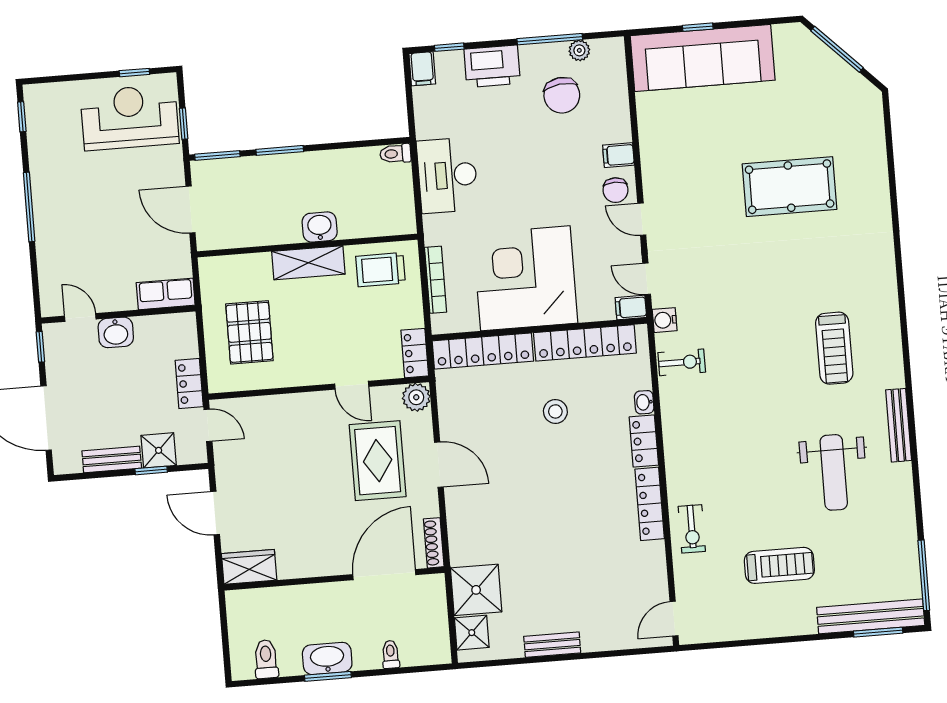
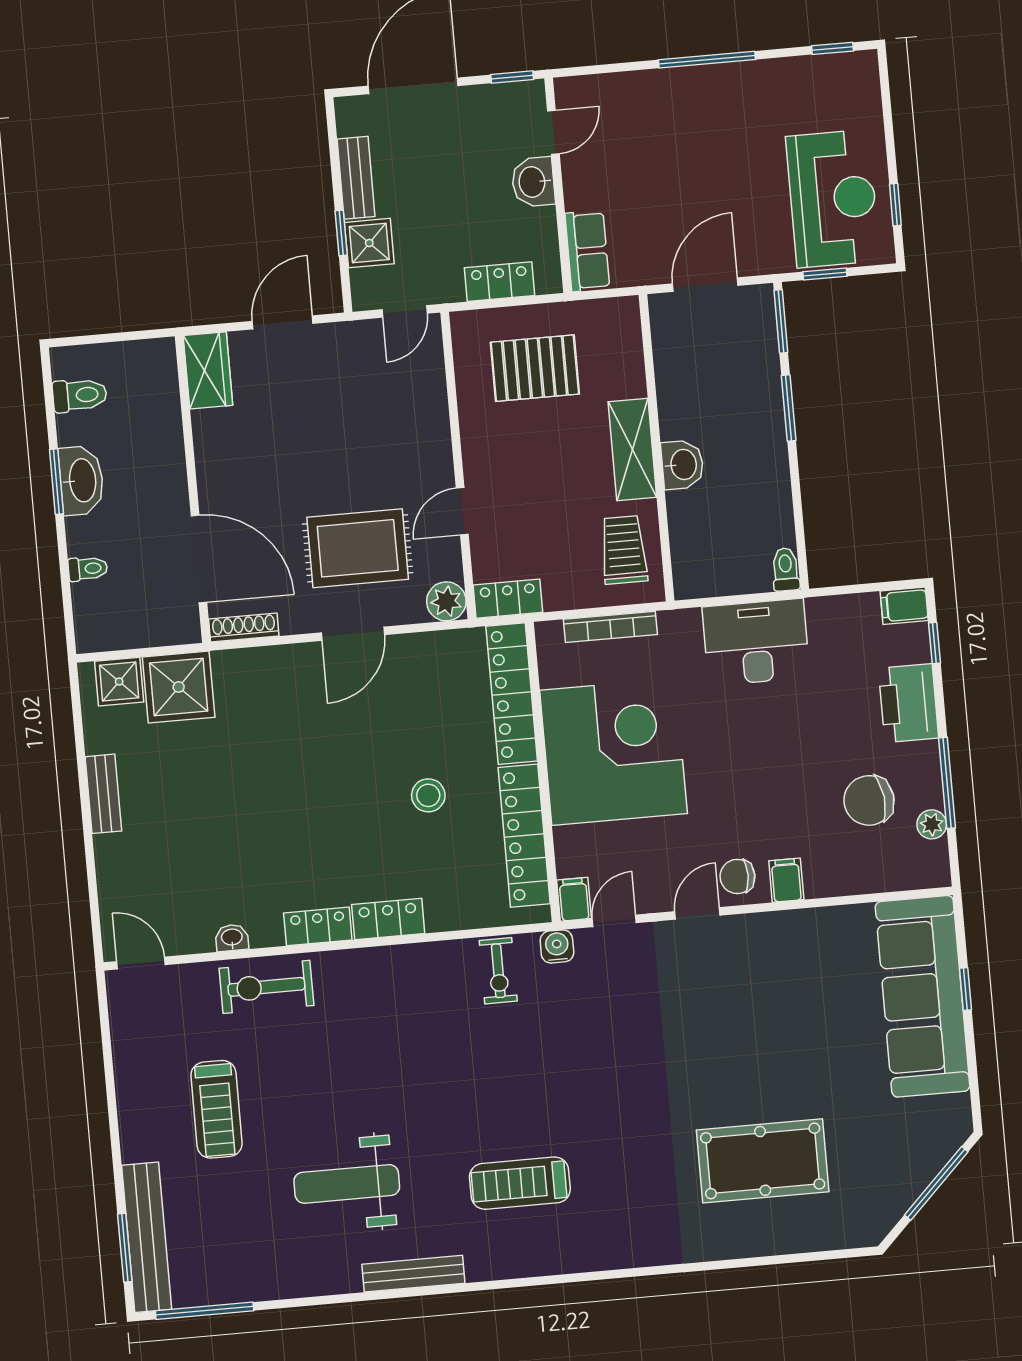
pool table: (790, 187) -> (763, 1161), moved, turned 90
locker: (189, 384) -> (499, 282), moved
washbasin: (644, 402) -> (232, 938), moved
locker: (650, 504) -> (318, 926), width x0.66
exercise bike: (692, 529) -> (266, 987), width x1.38, depth x1.39

